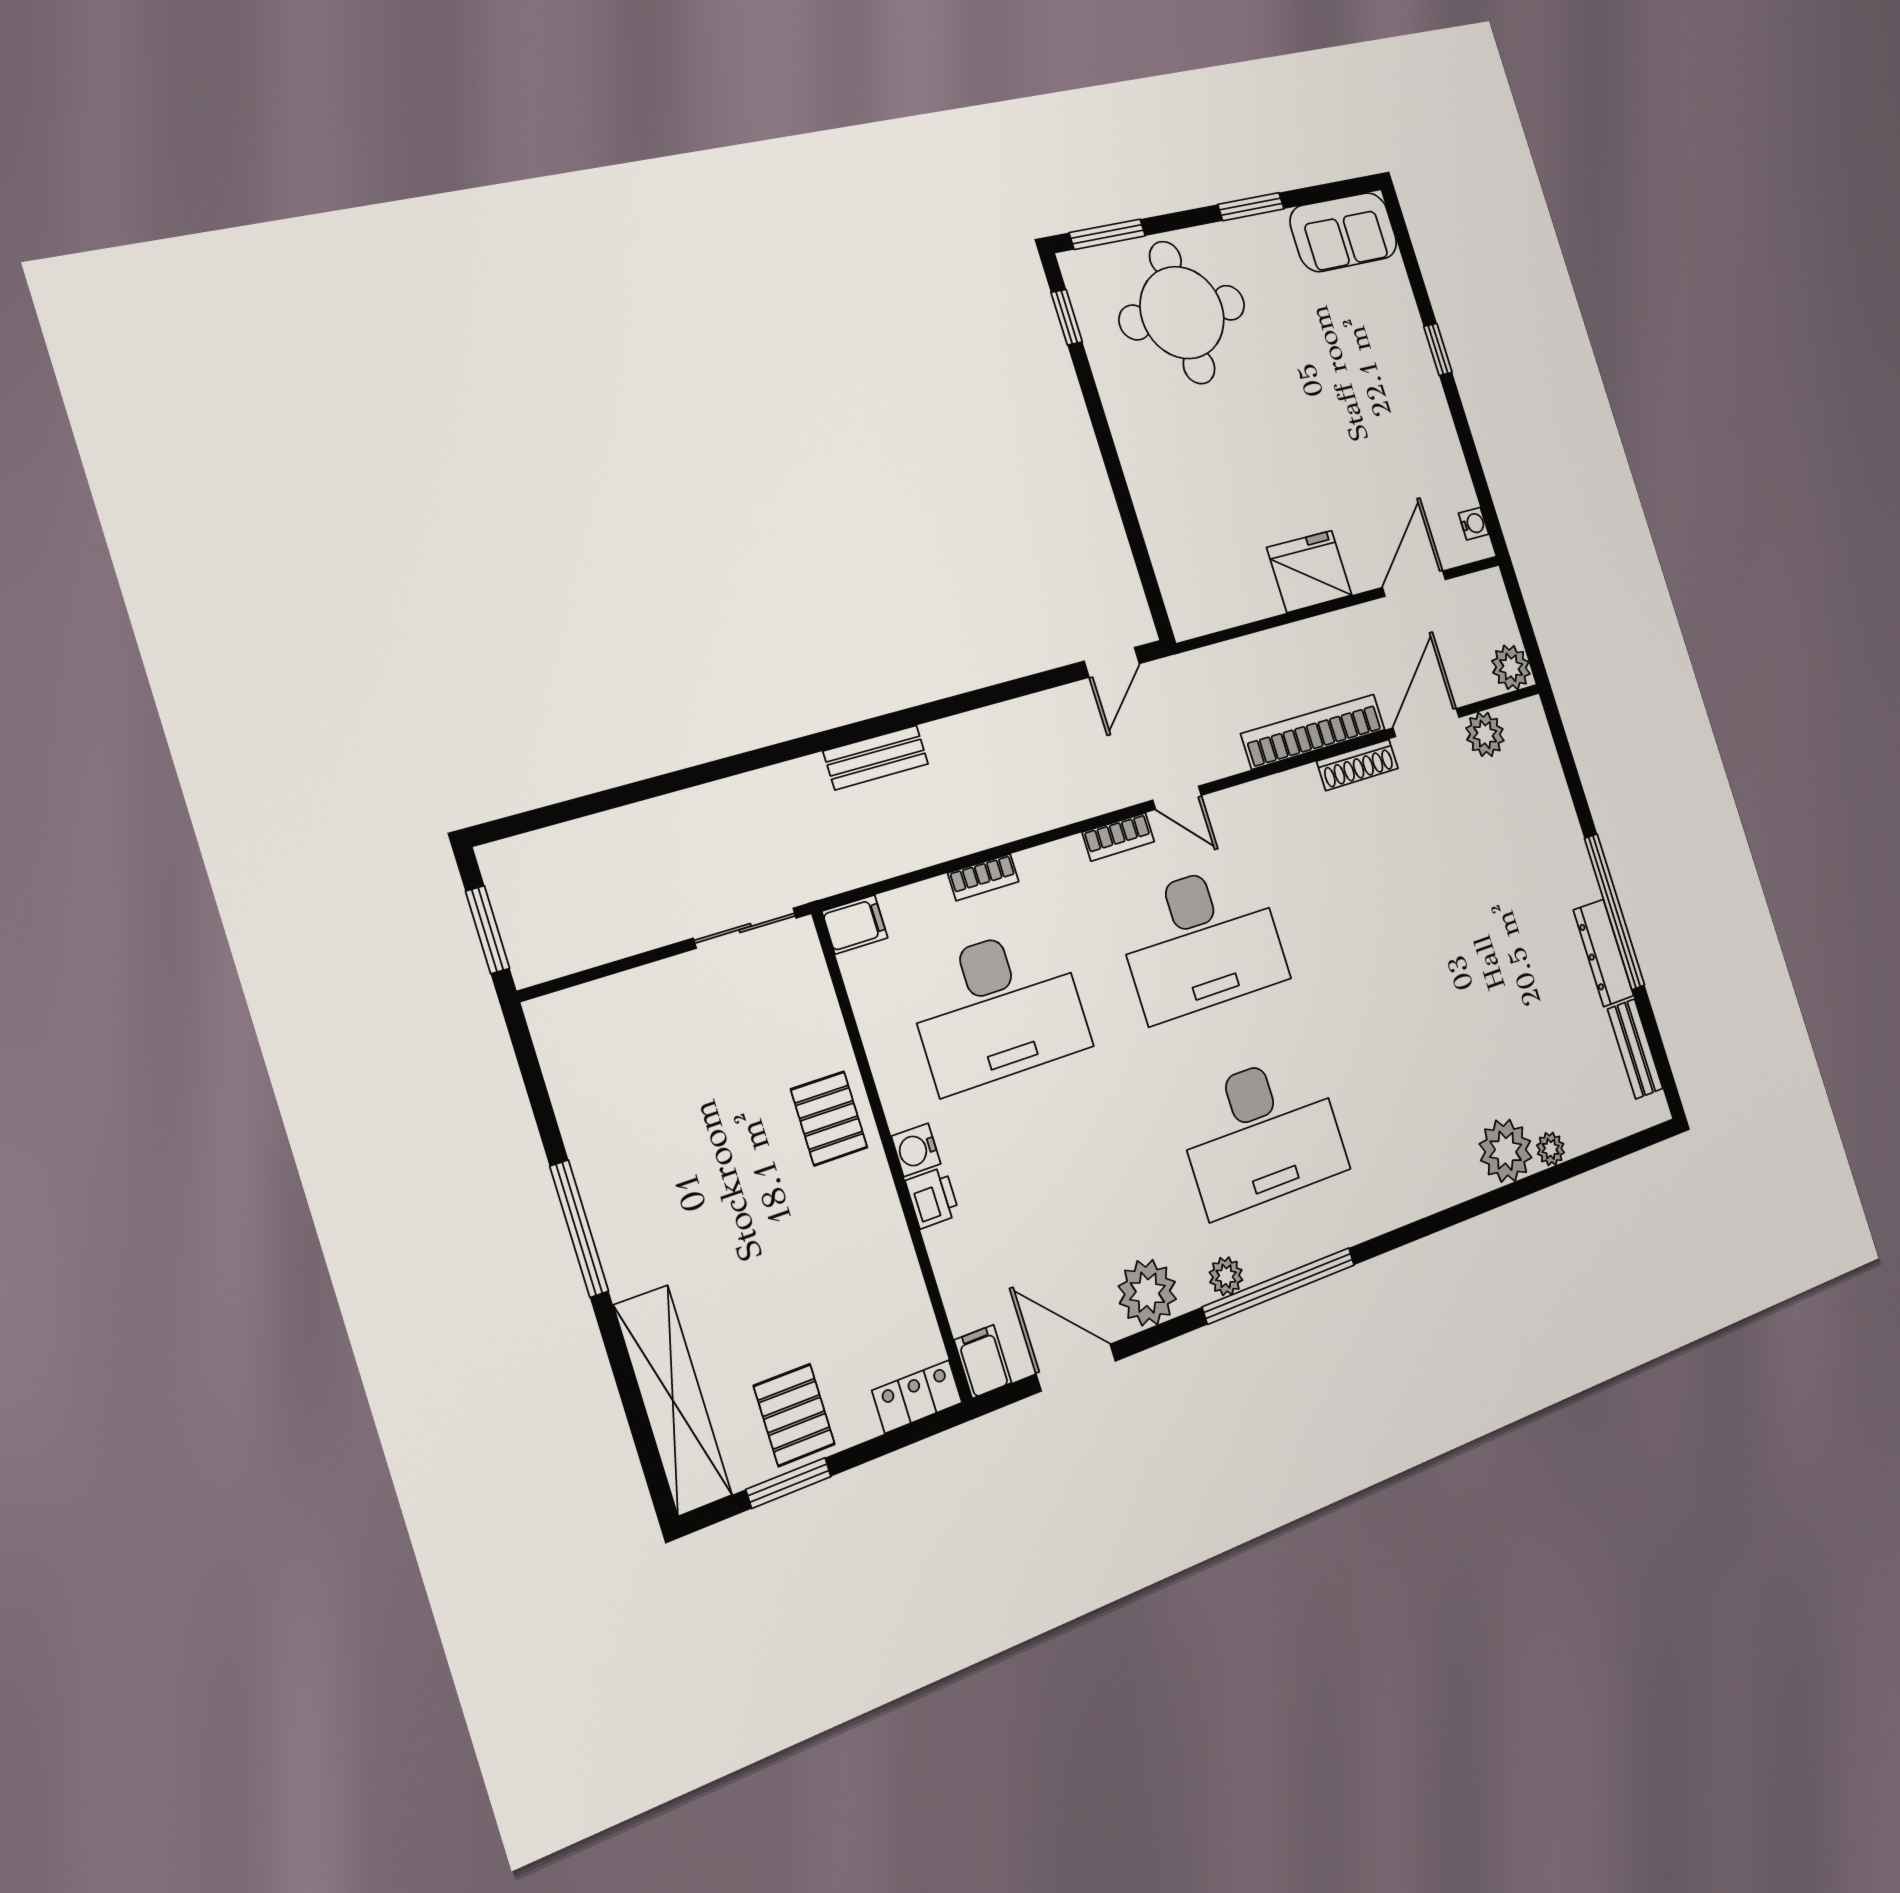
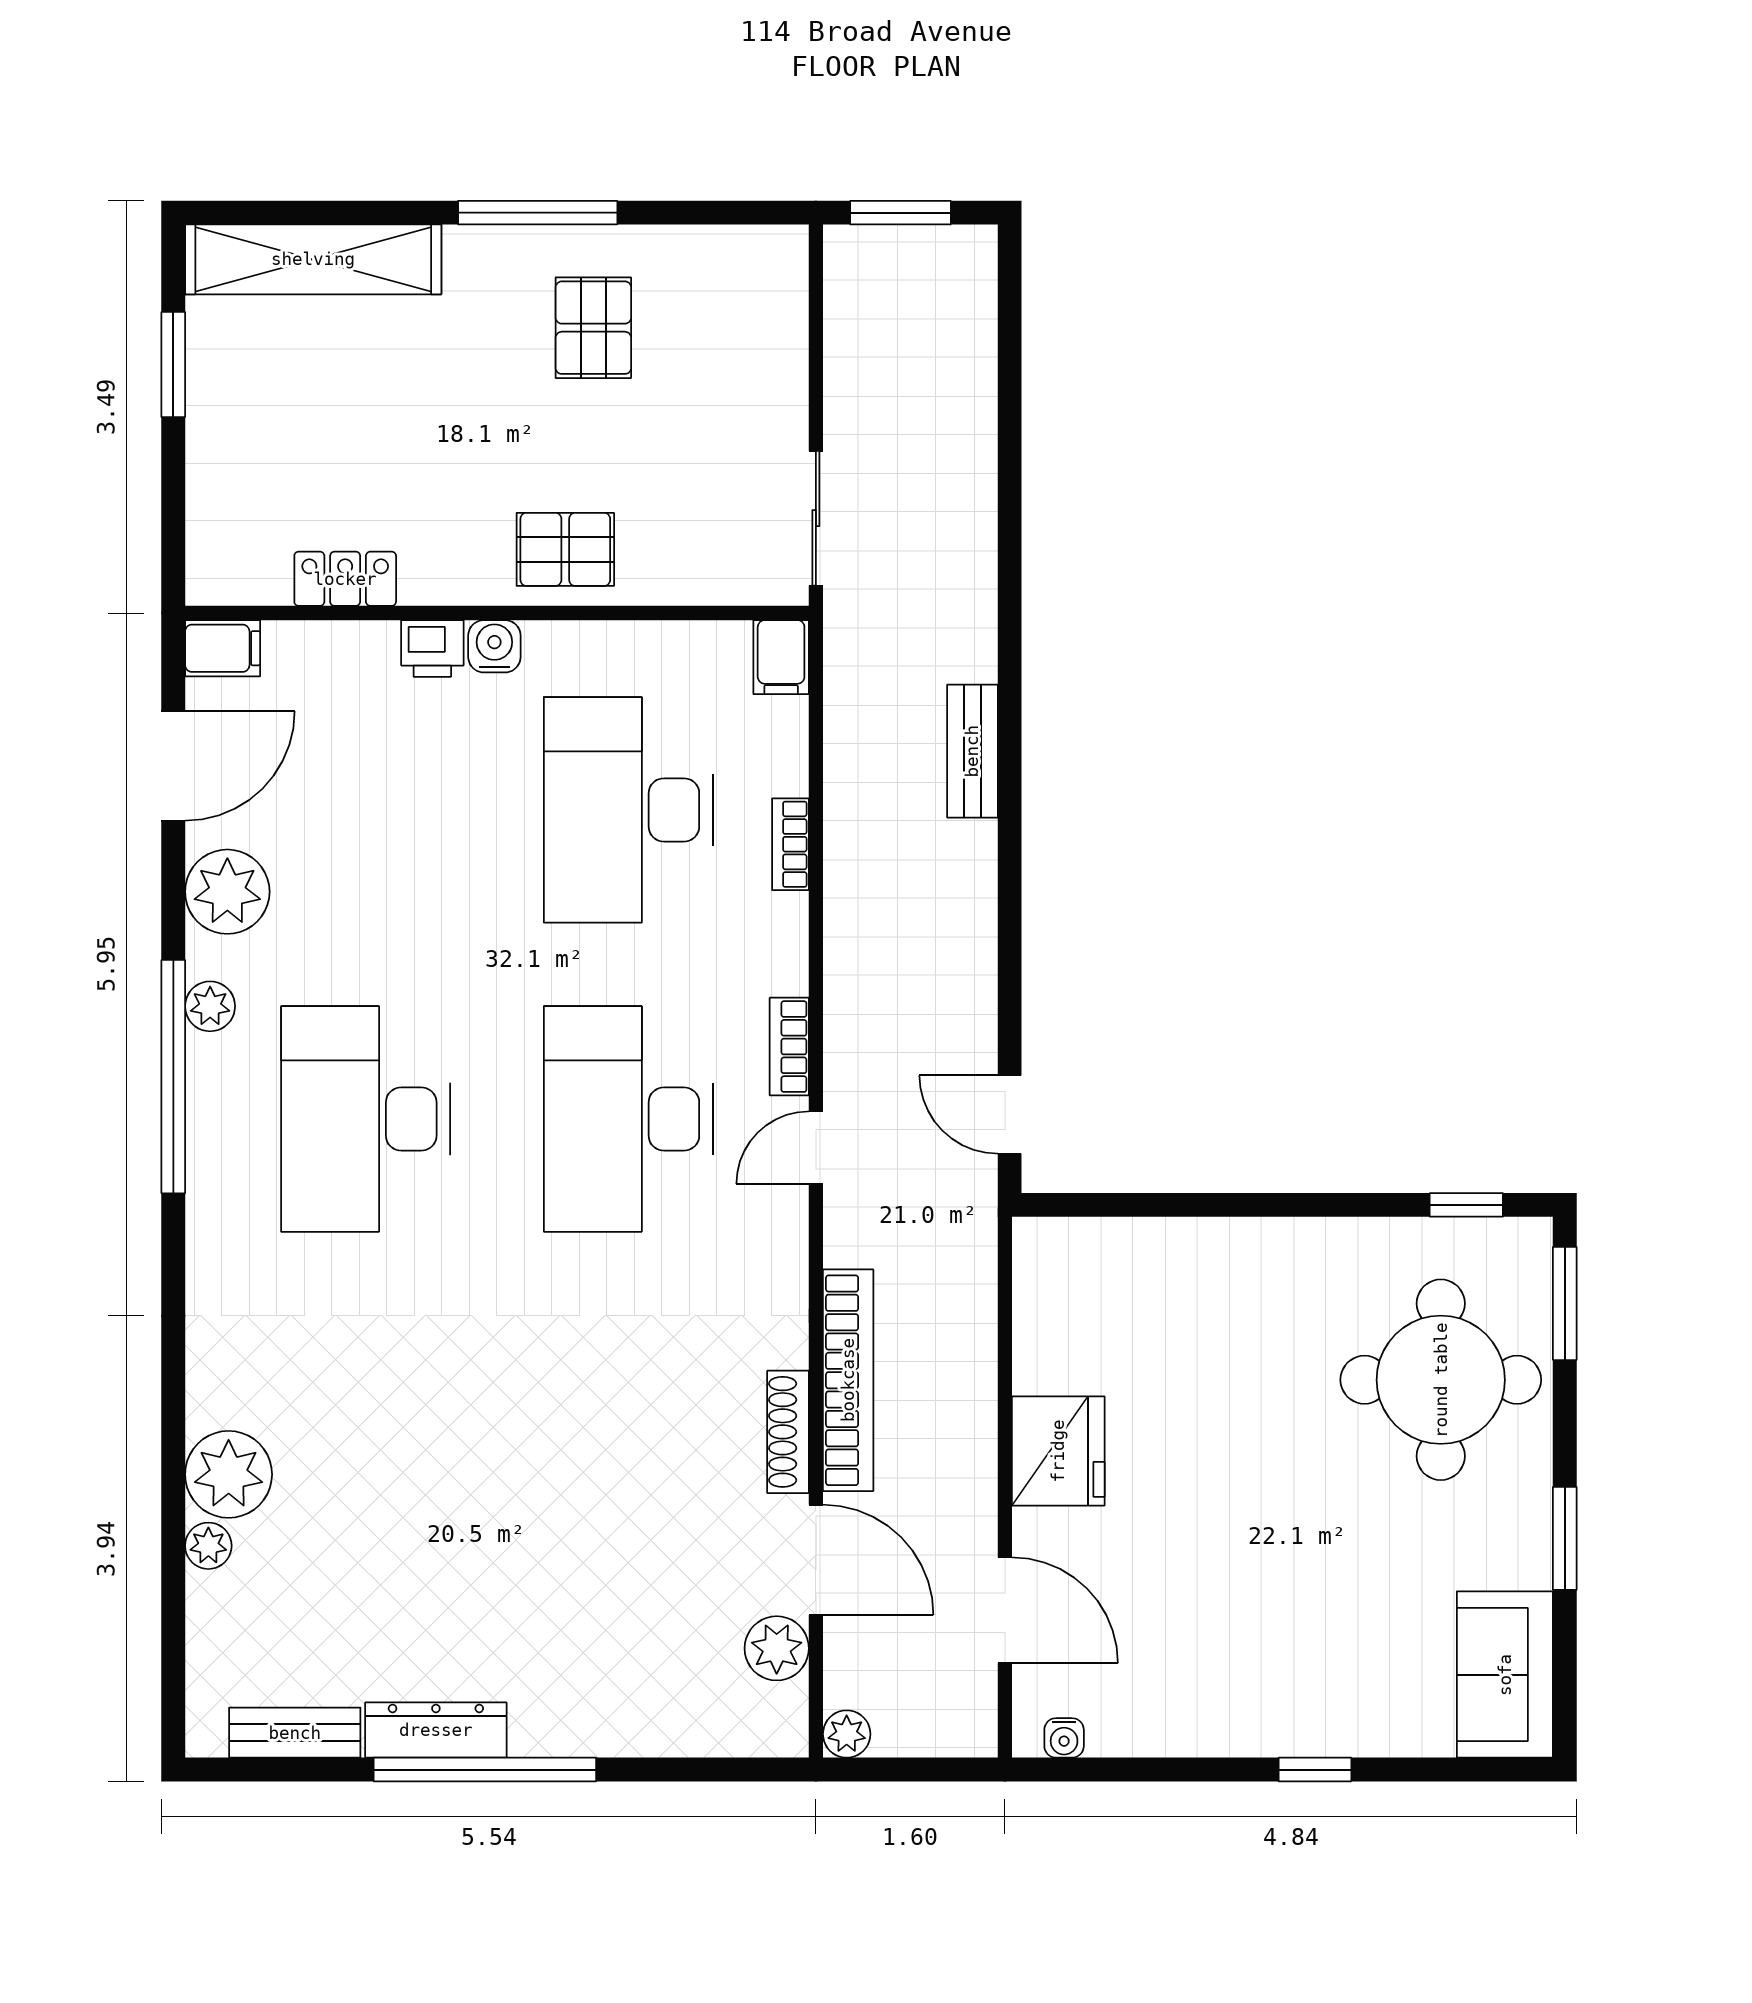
plant: (1511, 667) -> (847, 1734), width x0.73, depth x0.73
locker: (917, 1397) -> (345, 579), moved, turned -90
pallet: (794, 1415) -> (593, 328), moved, turned 90

